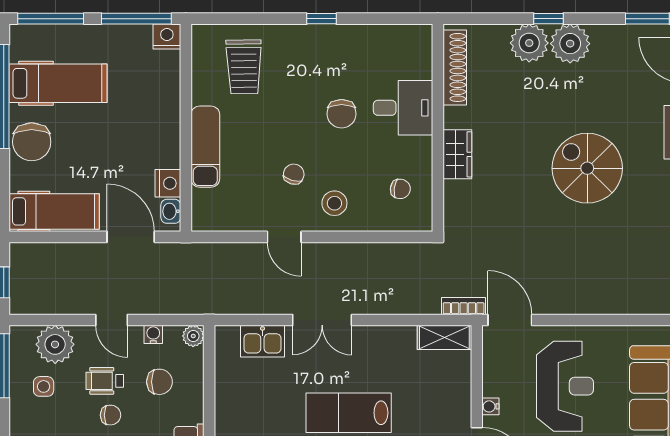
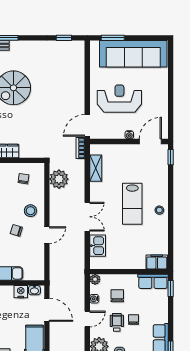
door: (131, 237) -> (47, 310), swing flipped
plant: (399, 262) -> (59, 179), added
shelving: (444, 337) -> (96, 168), moved
wheelchair: (105, 381) -> (117, 322), turned 180

